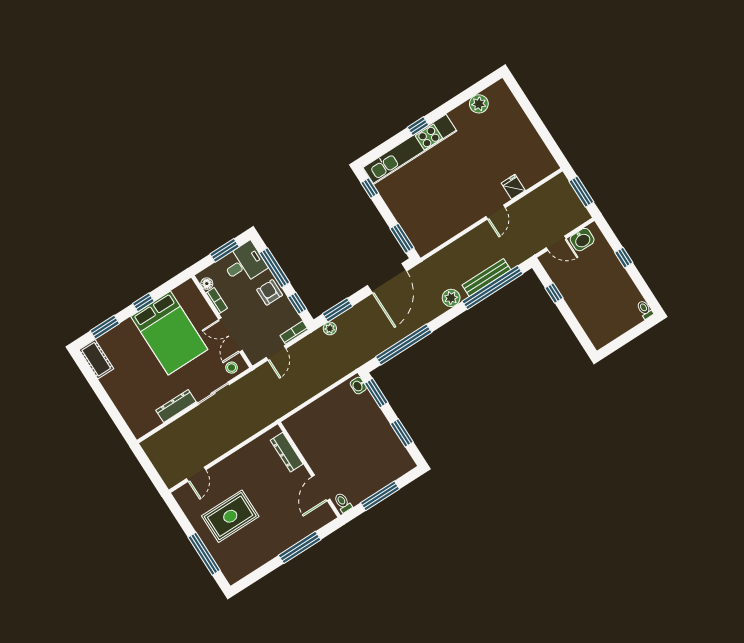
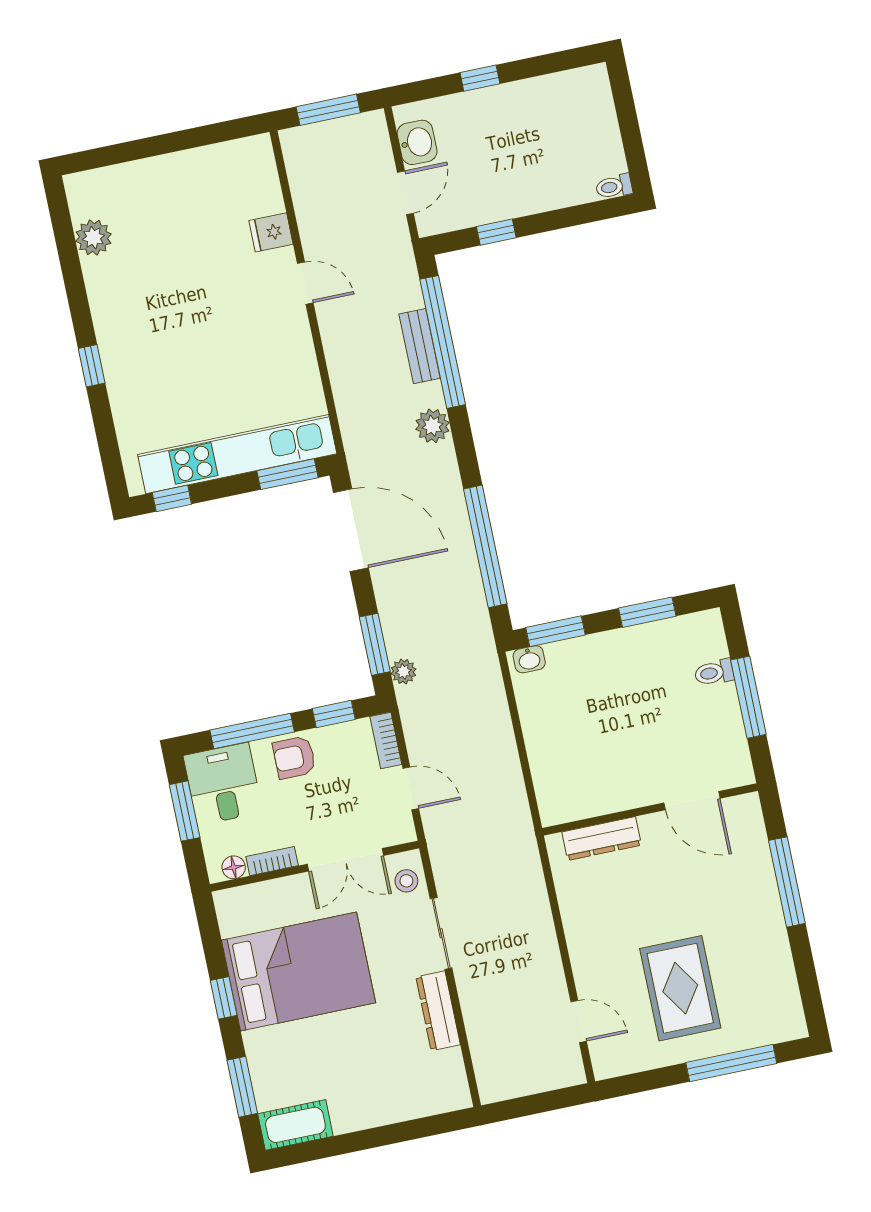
kitchen unit: (410, 149) -> (237, 454), moved, turned -90
bench: (486, 277) -> (420, 346), width x0.73
toilet: (645, 310) -> (614, 187), moved
toilet: (343, 503) -> (714, 672), moved

